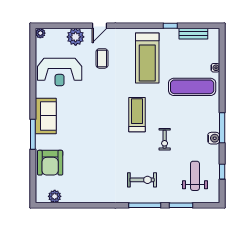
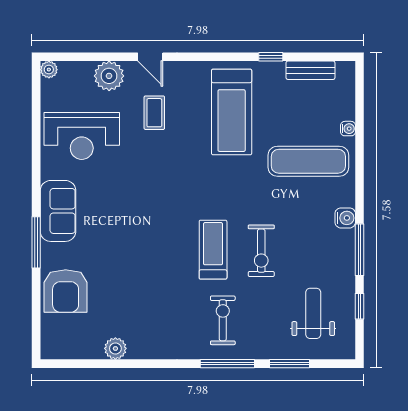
door: (100, 26) -> (150, 57), hinge flipped
treadmill: (137, 115) -> (213, 250), moved
window: (222, 128) -> (360, 250), moved
water cooler: (214, 138) -> (345, 218), moved
exercise bike: (165, 139) -> (261, 251), width x1.38, depth x1.39
exercise bike: (142, 180) -> (223, 320), turned -90
plant: (55, 196) -> (115, 348), moved

